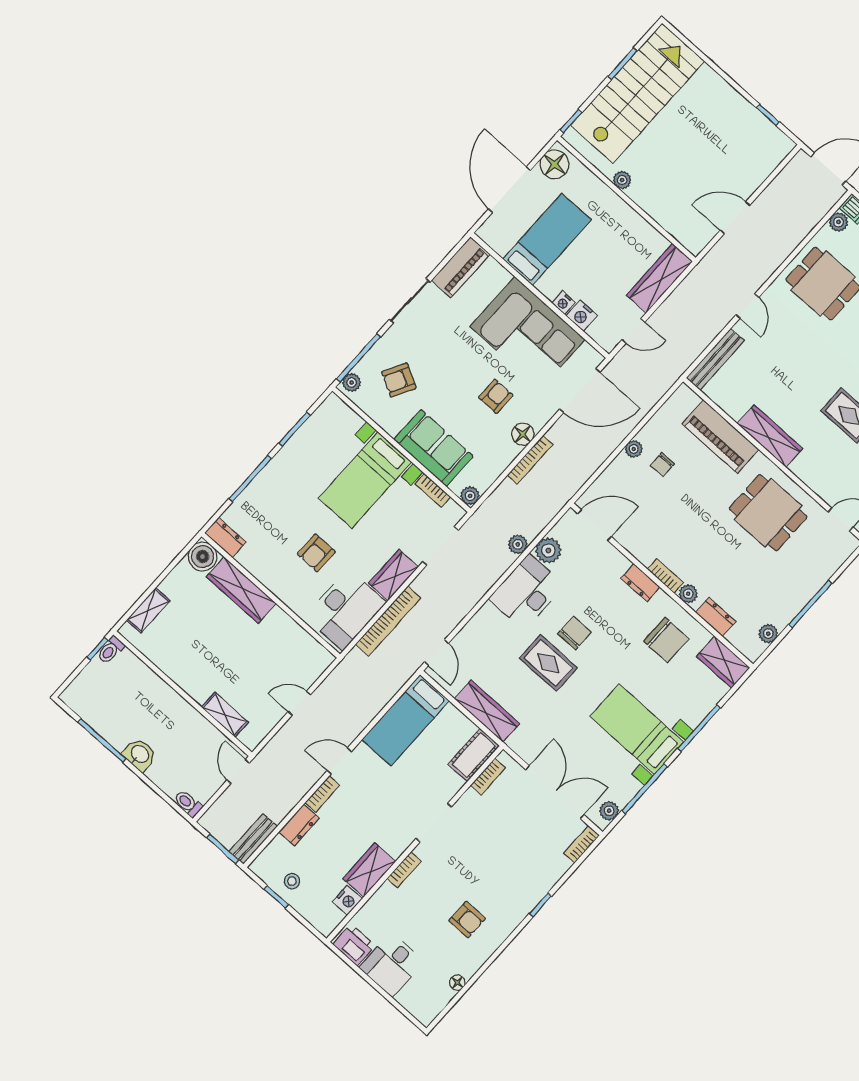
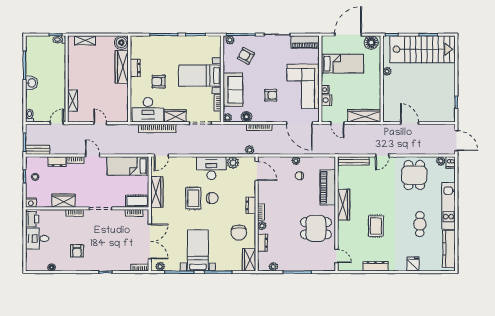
floor lamp: (523, 434) -> (246, 117), moved
dining table: (768, 513) -> (316, 228), turned 90
dresser: (225, 537) -> (135, 68), moved
plant: (518, 544) -> (250, 150), moved
nightstand: (347, 900) -> (31, 202), moved

